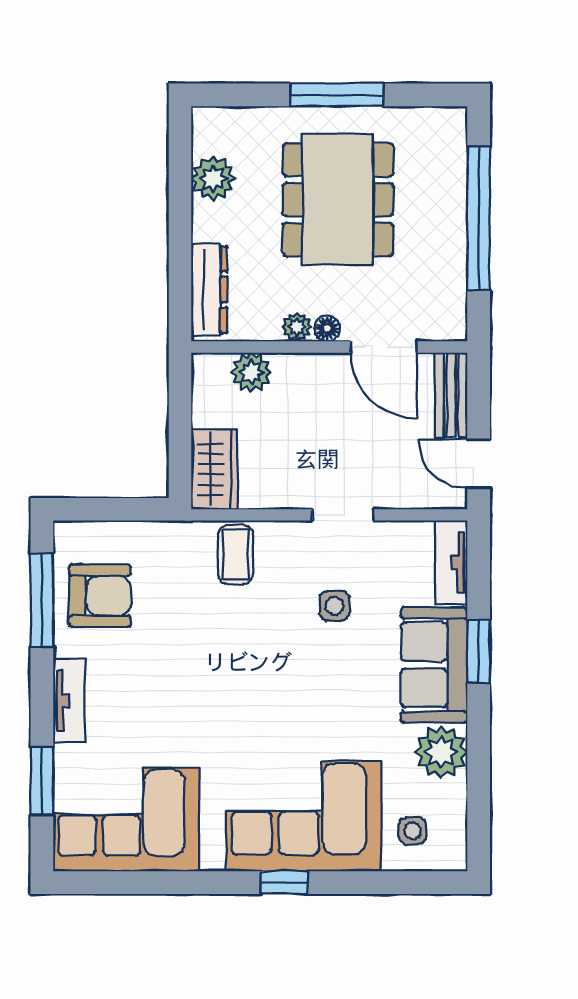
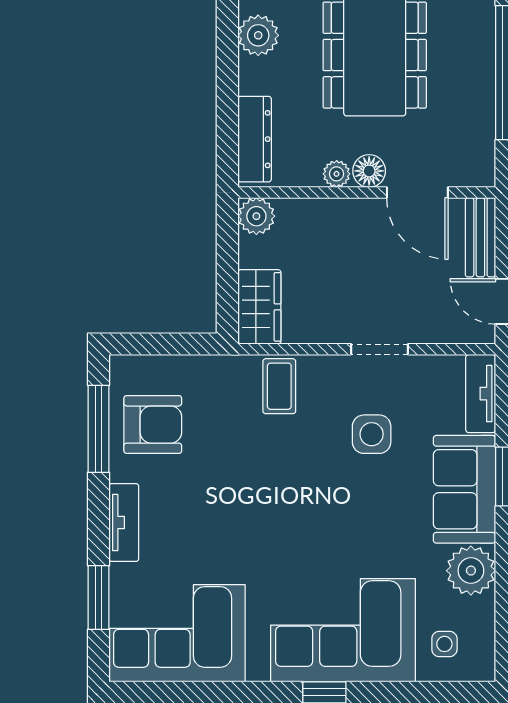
floor lamp: (327, 329) -> (369, 171), width x1.37, depth x1.37
plant: (251, 372) -> (256, 216), moved
side table: (335, 606) -> (372, 434), width x1.37, depth x1.37

